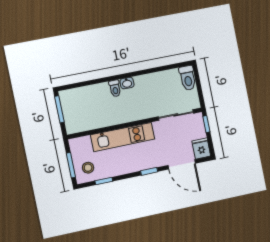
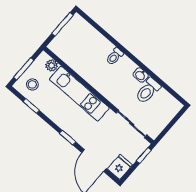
toilet: (188, 78) -> (148, 91), moved
washbasin: (127, 83) -> (141, 75), moved
plant: (85, 142) -> (52, 65), added

